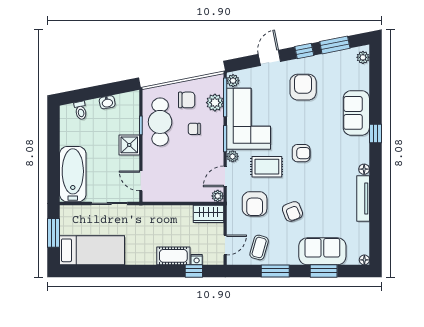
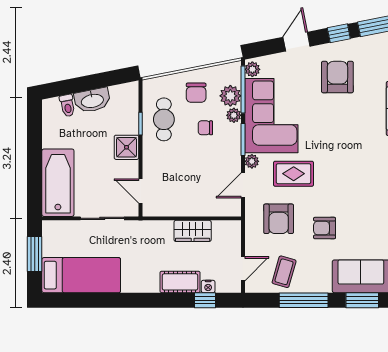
chair: (187, 100) -> (196, 93), turned 90
washbasin: (107, 102) -> (92, 100), width x1.91, depth x1.45
cafe table: (160, 122) -> (164, 119), width x0.73, depth x0.74
armchair: (301, 153) -> (335, 157), removed
plant: (218, 196) -> (234, 115), moved
armchair: (292, 211) -> (325, 228), turned 111
wardrobe: (208, 214) -> (193, 231), moved
window: (275, 271) -> (304, 300), width x1.44

